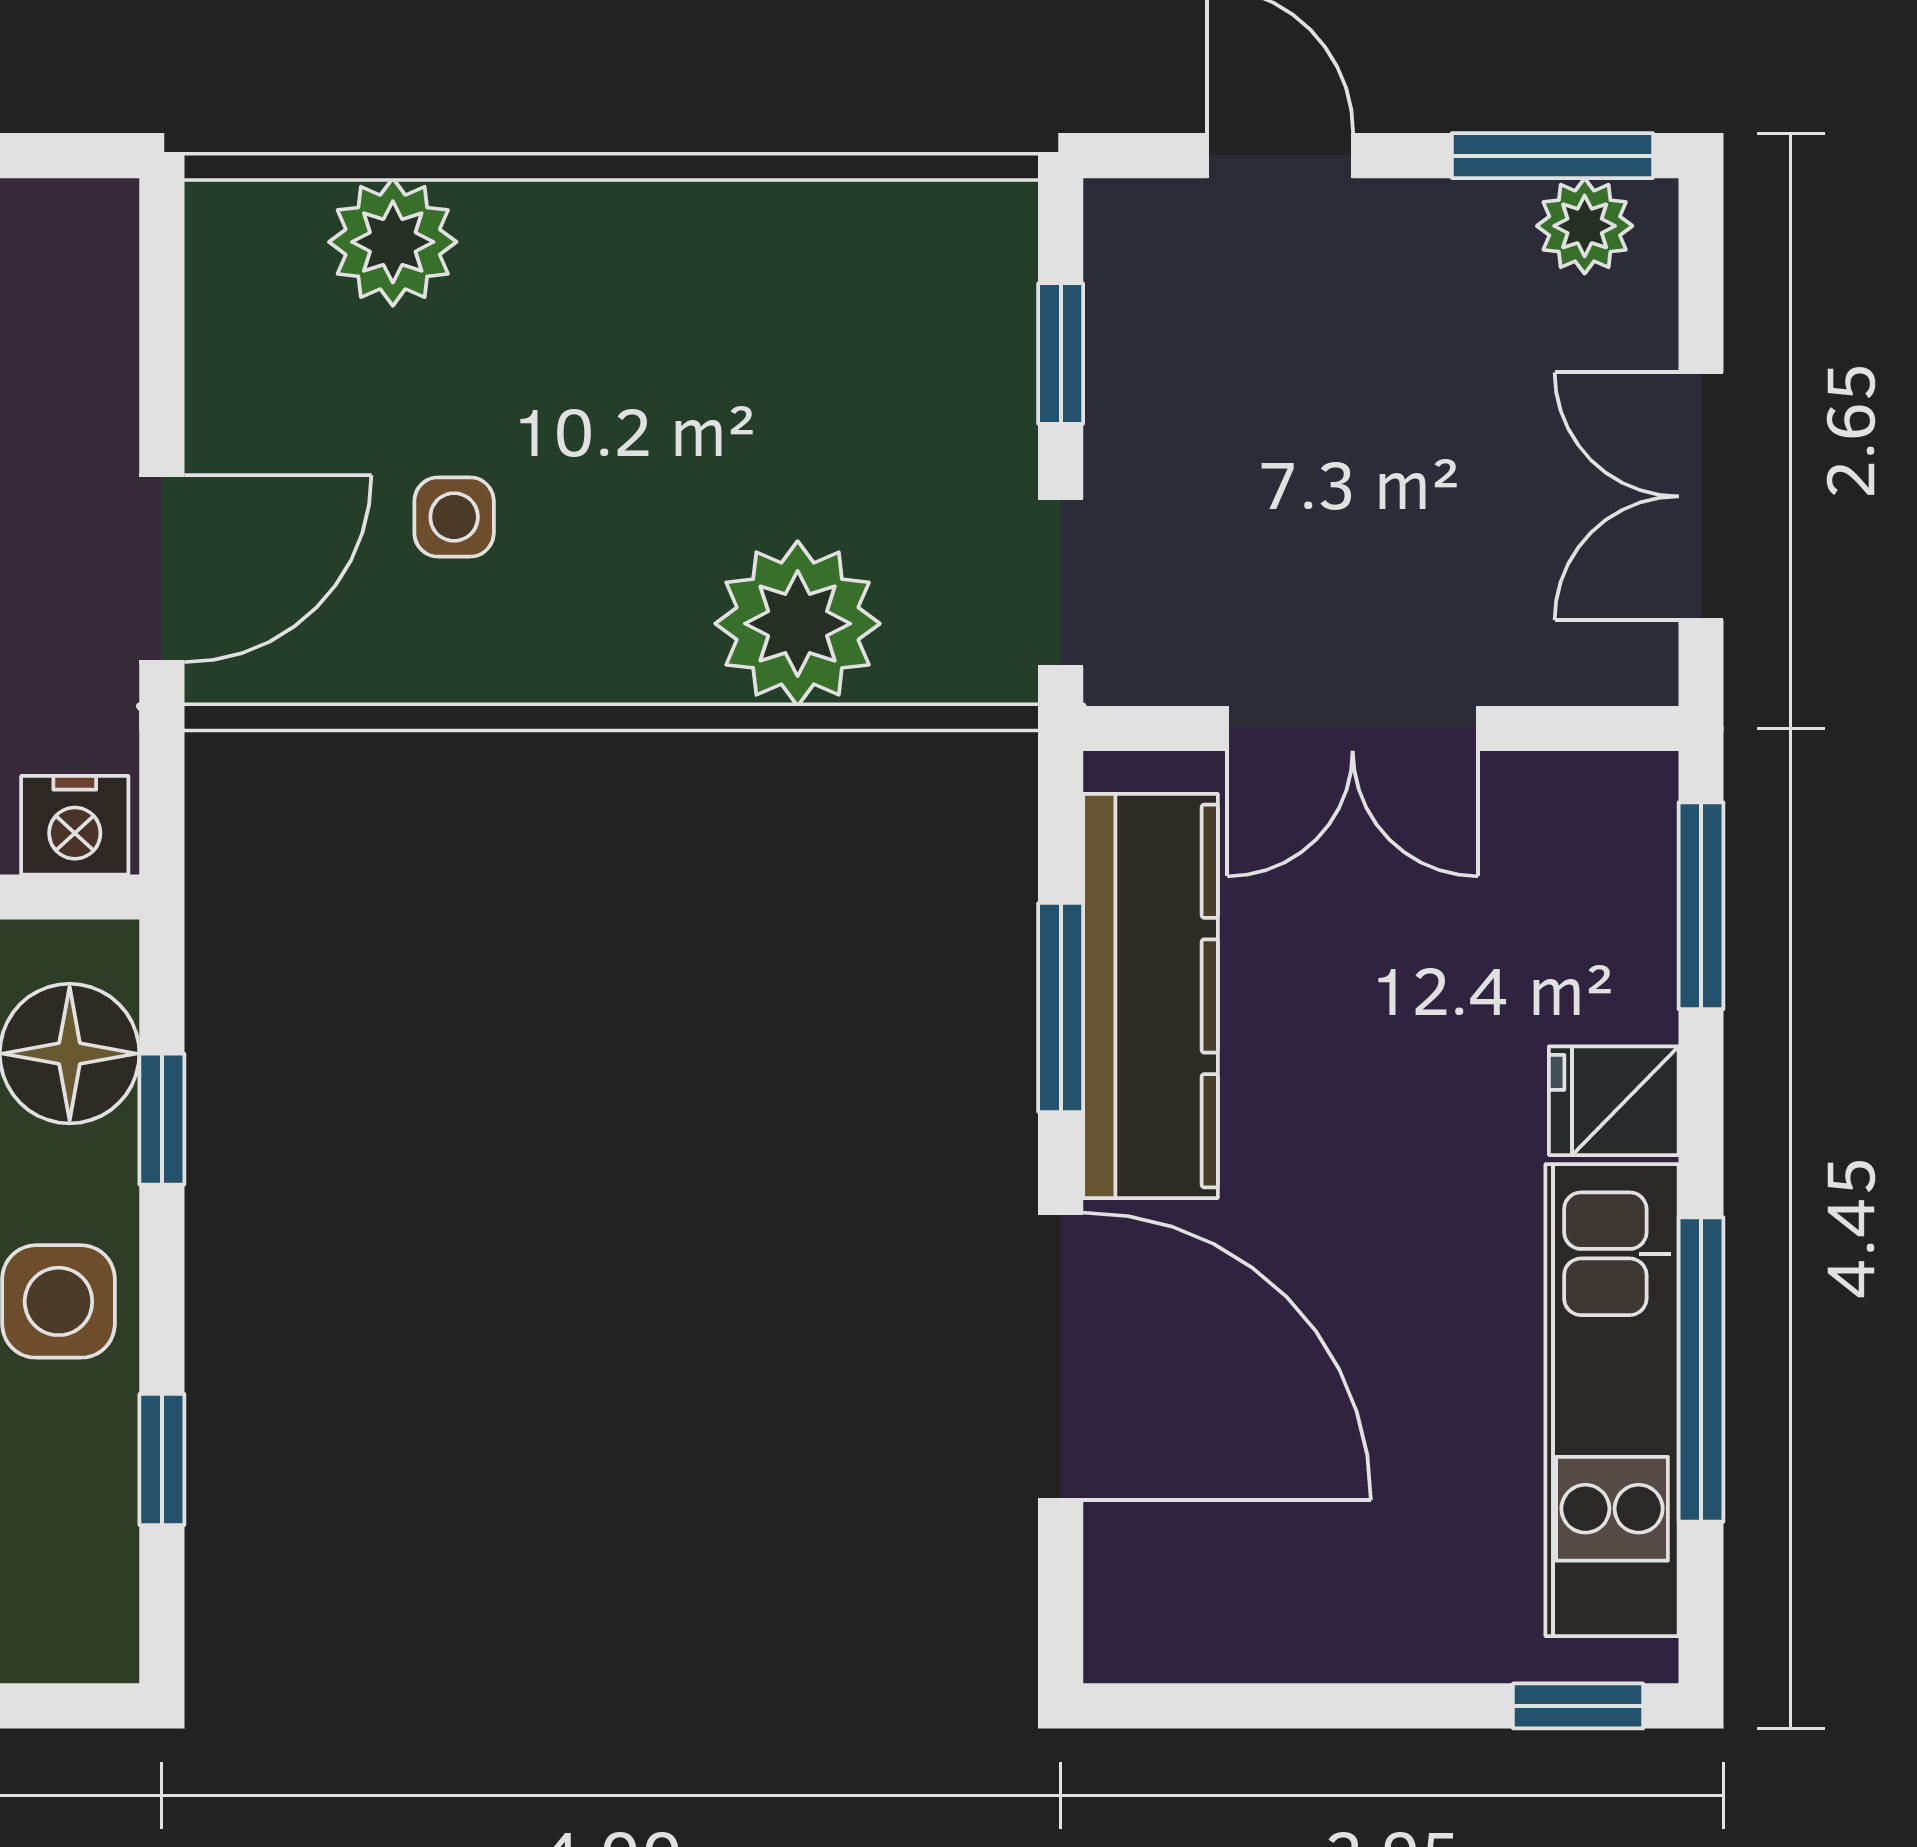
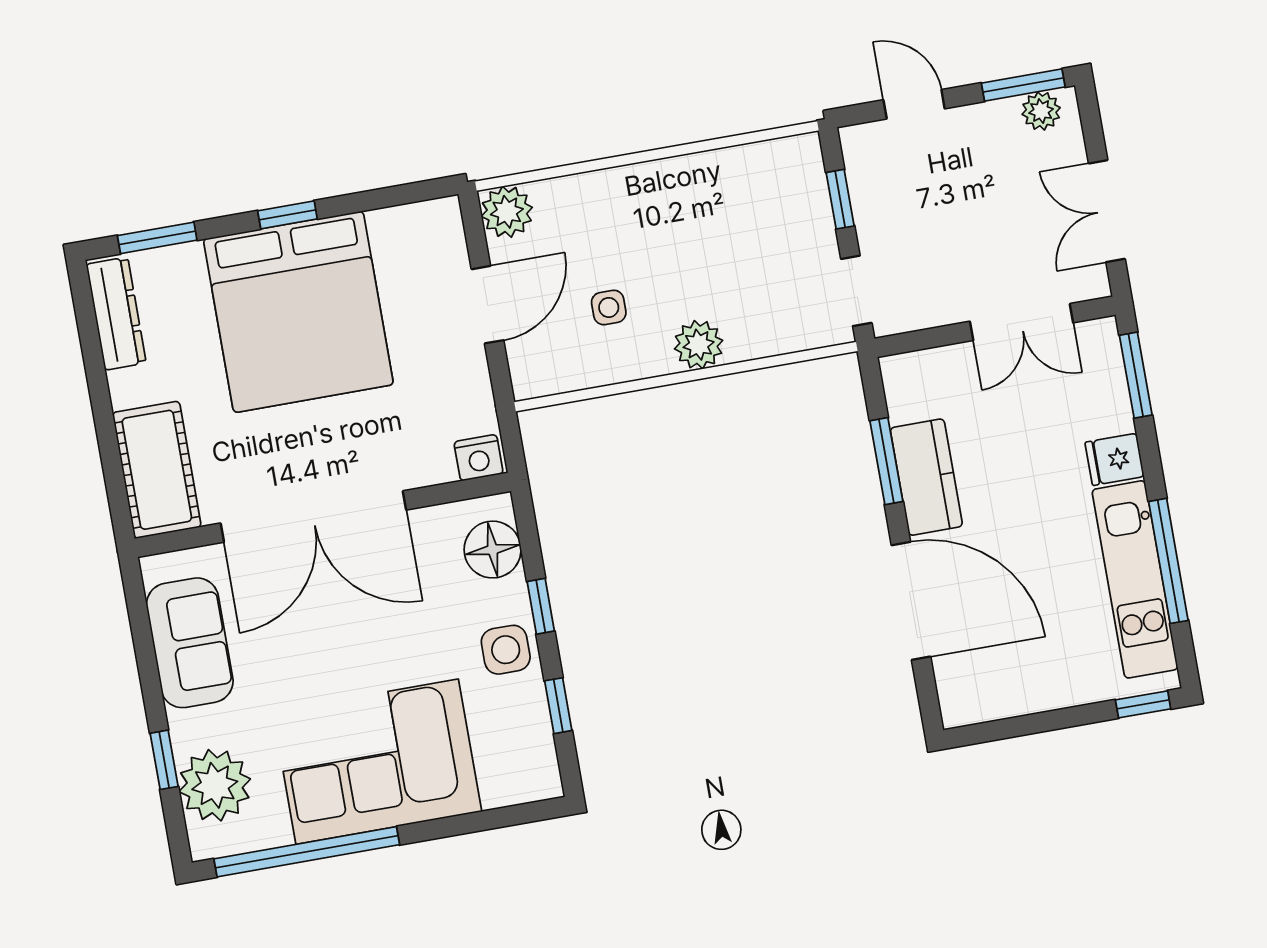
plant: (393, 242) -> (507, 212), moved
door: (162, 569) -> (488, 305), moved
plant: (798, 624) -> (699, 345), moved, width x0.73, depth x0.73
double door: (1353, 729) -> (1022, 322), moved
kitchen counter: (1150, 996) -> (926, 477), width x0.67
window: (162, 1119) -> (541, 606), moved

